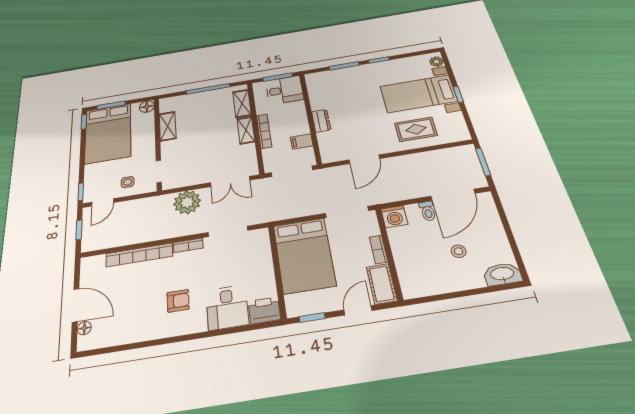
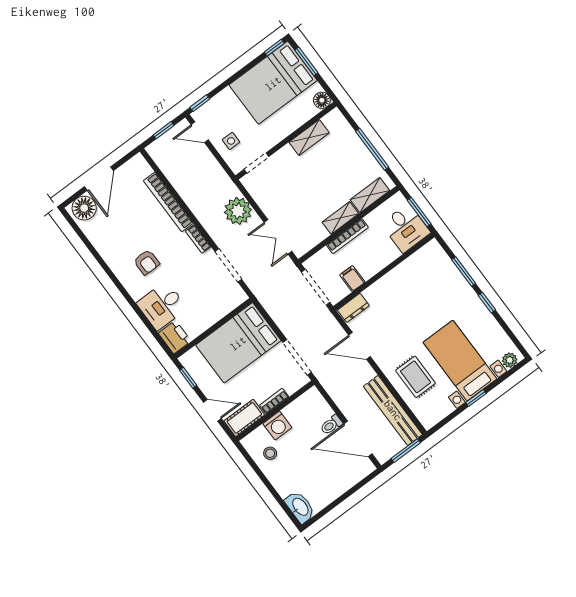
dresser: (321, 121) -> (353, 308), moved
bench: (439, 157) -> (393, 410), added
washing machine: (394, 217) -> (277, 426), moved, turned -90
stool: (459, 251) -> (270, 453), moved
floor lamp: (84, 328) -> (84, 208), width x1.89, depth x1.89

